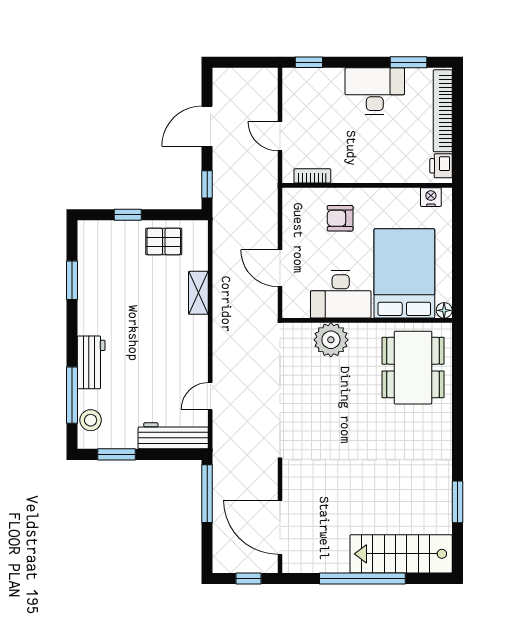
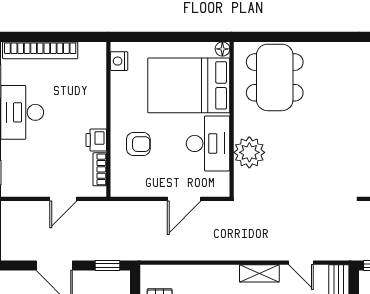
printer: (441, 166) -> (96, 140), moved, turned 90
armchair: (340, 218) -> (138, 144), turned -90
shelving: (198, 293) -> (259, 273), moved
dining table: (413, 368) -> (275, 77), turned 90

